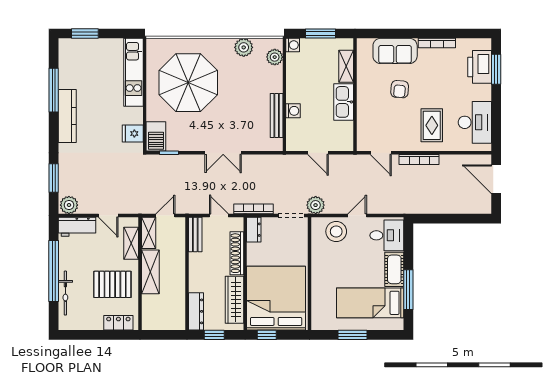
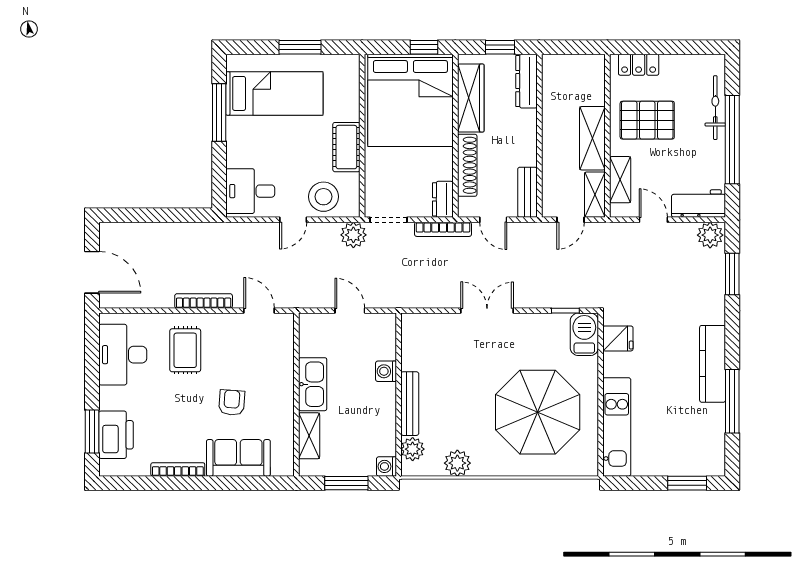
bench: (277, 115) -> (410, 404), moved
cot: (394, 269) -> (346, 147), moved

